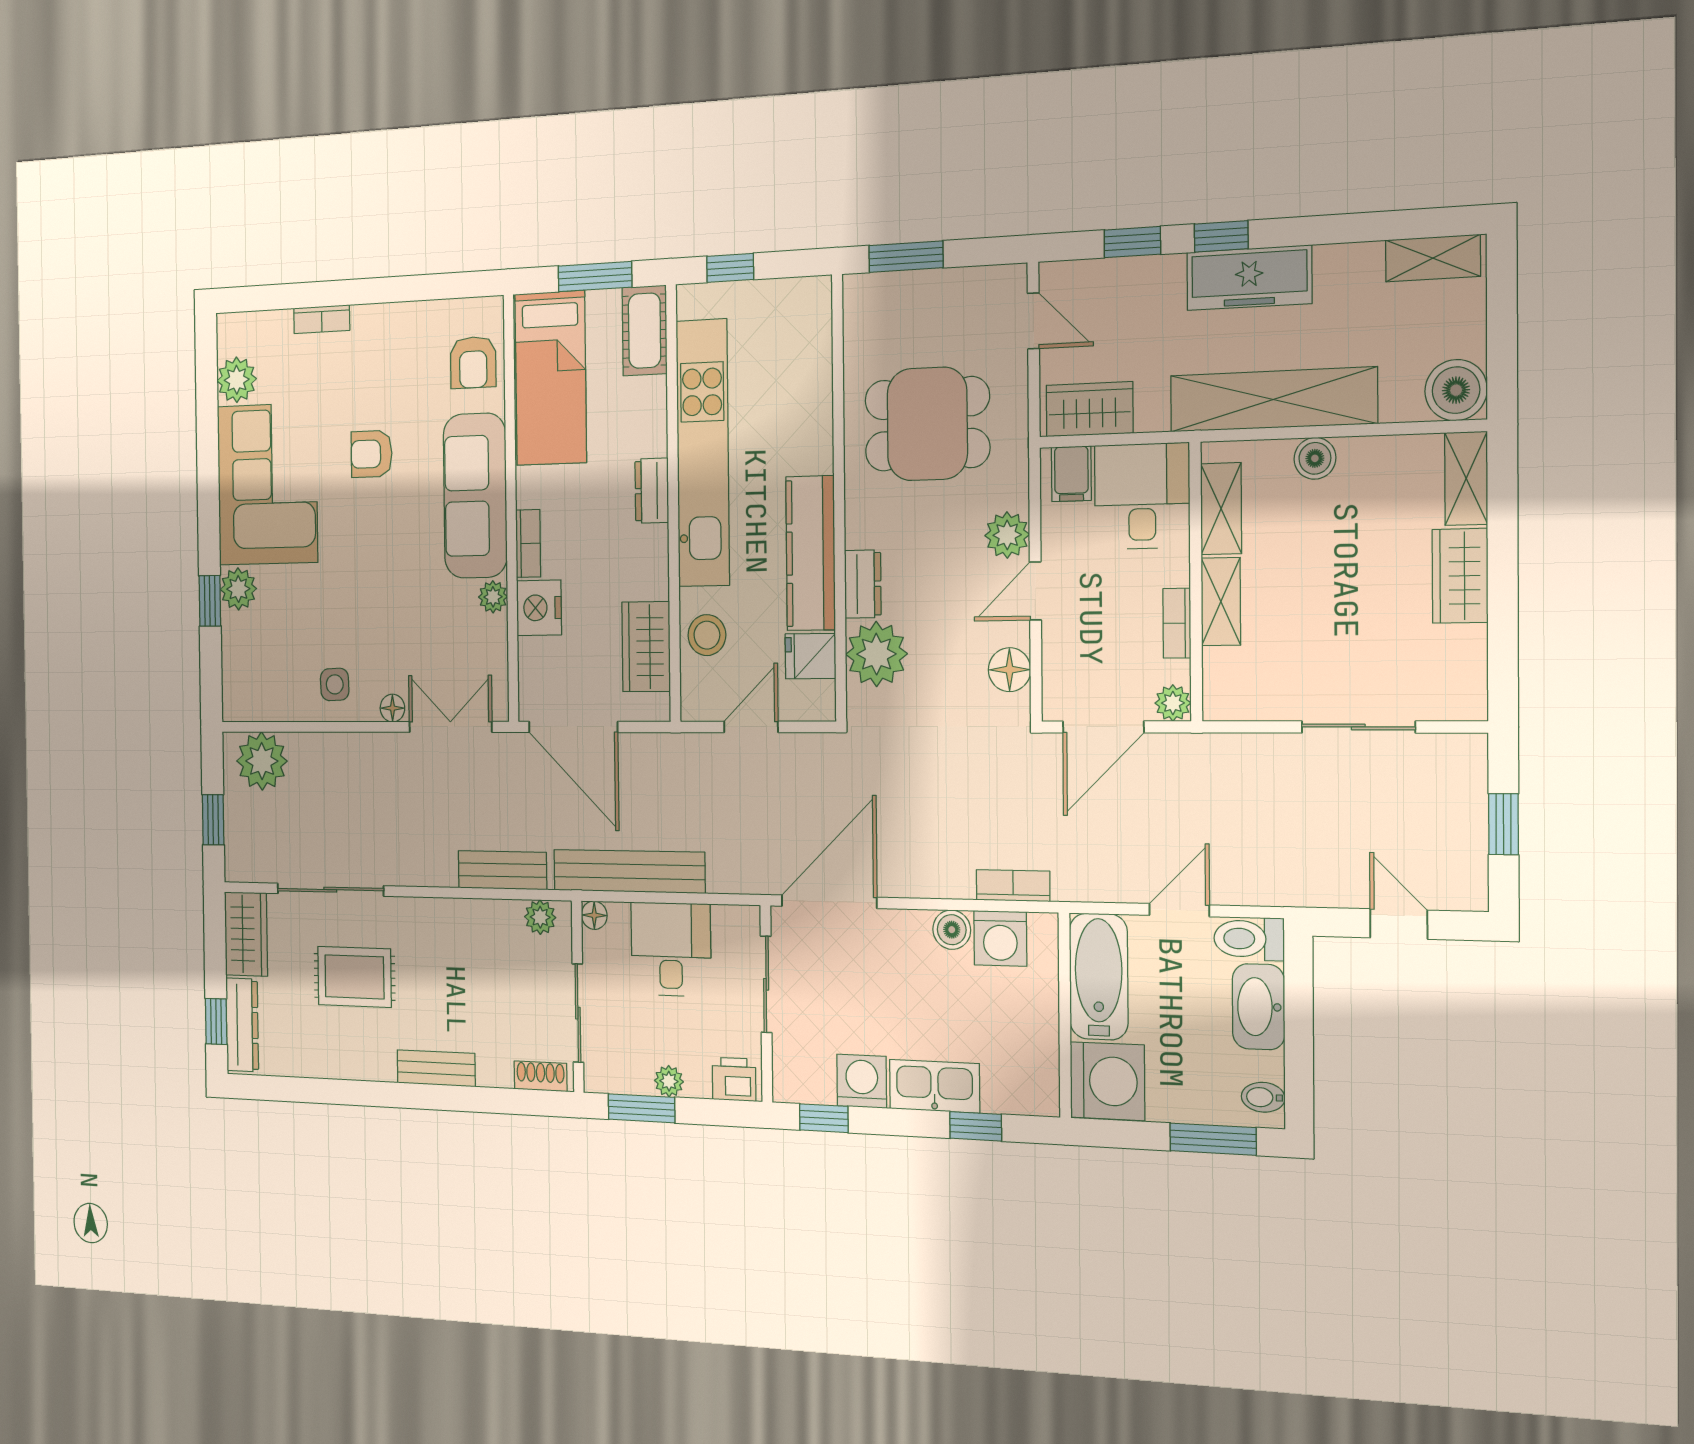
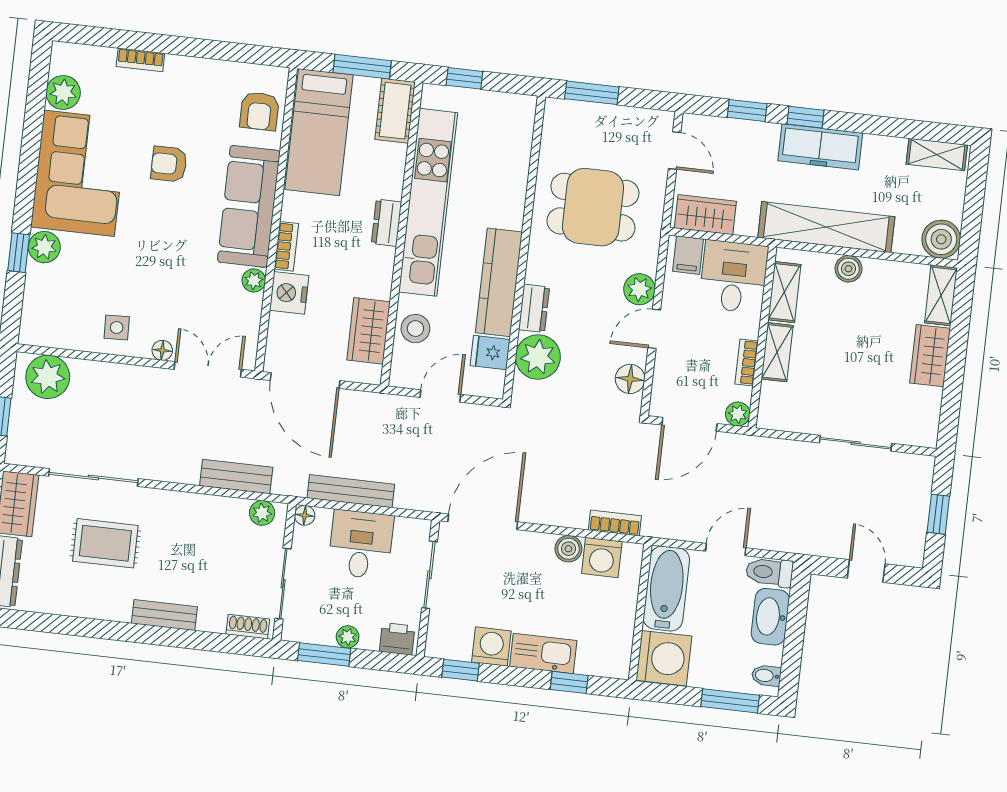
bench: (629, 871) -> (351, 491), width x0.73, depth x0.82

